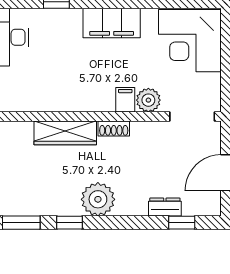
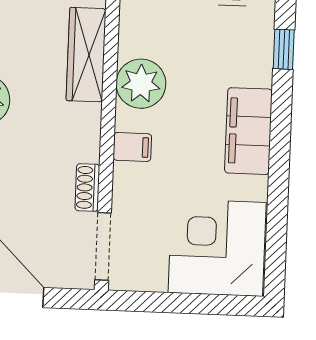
plant: (148, 100) -> (141, 84), moved, width x1.36, depth x1.36
shoe rack: (114, 128) -> (87, 187), moved

